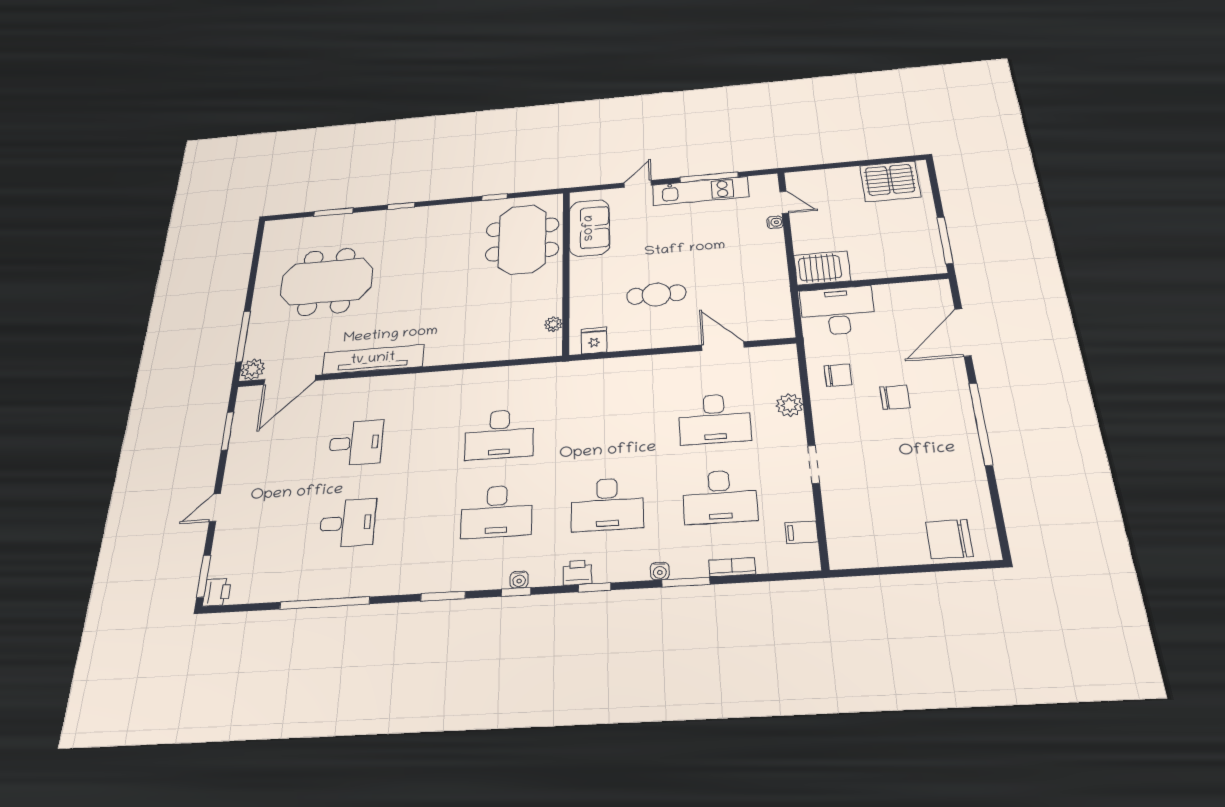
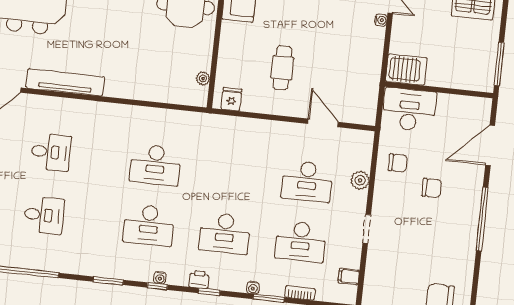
cafe table: (656, 295) -> (282, 68), turned 90

